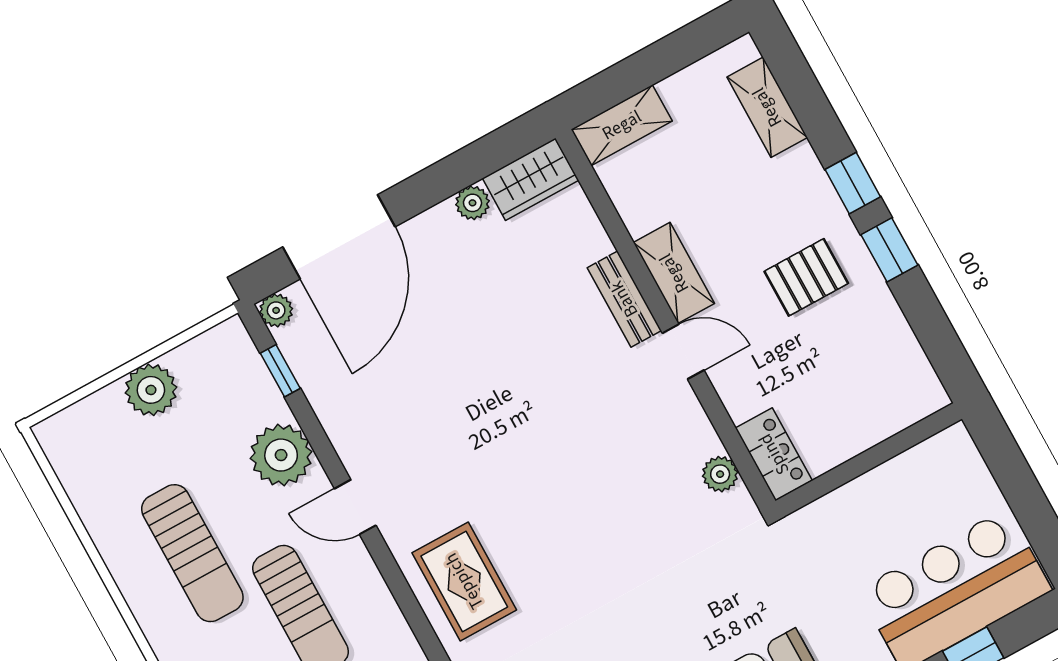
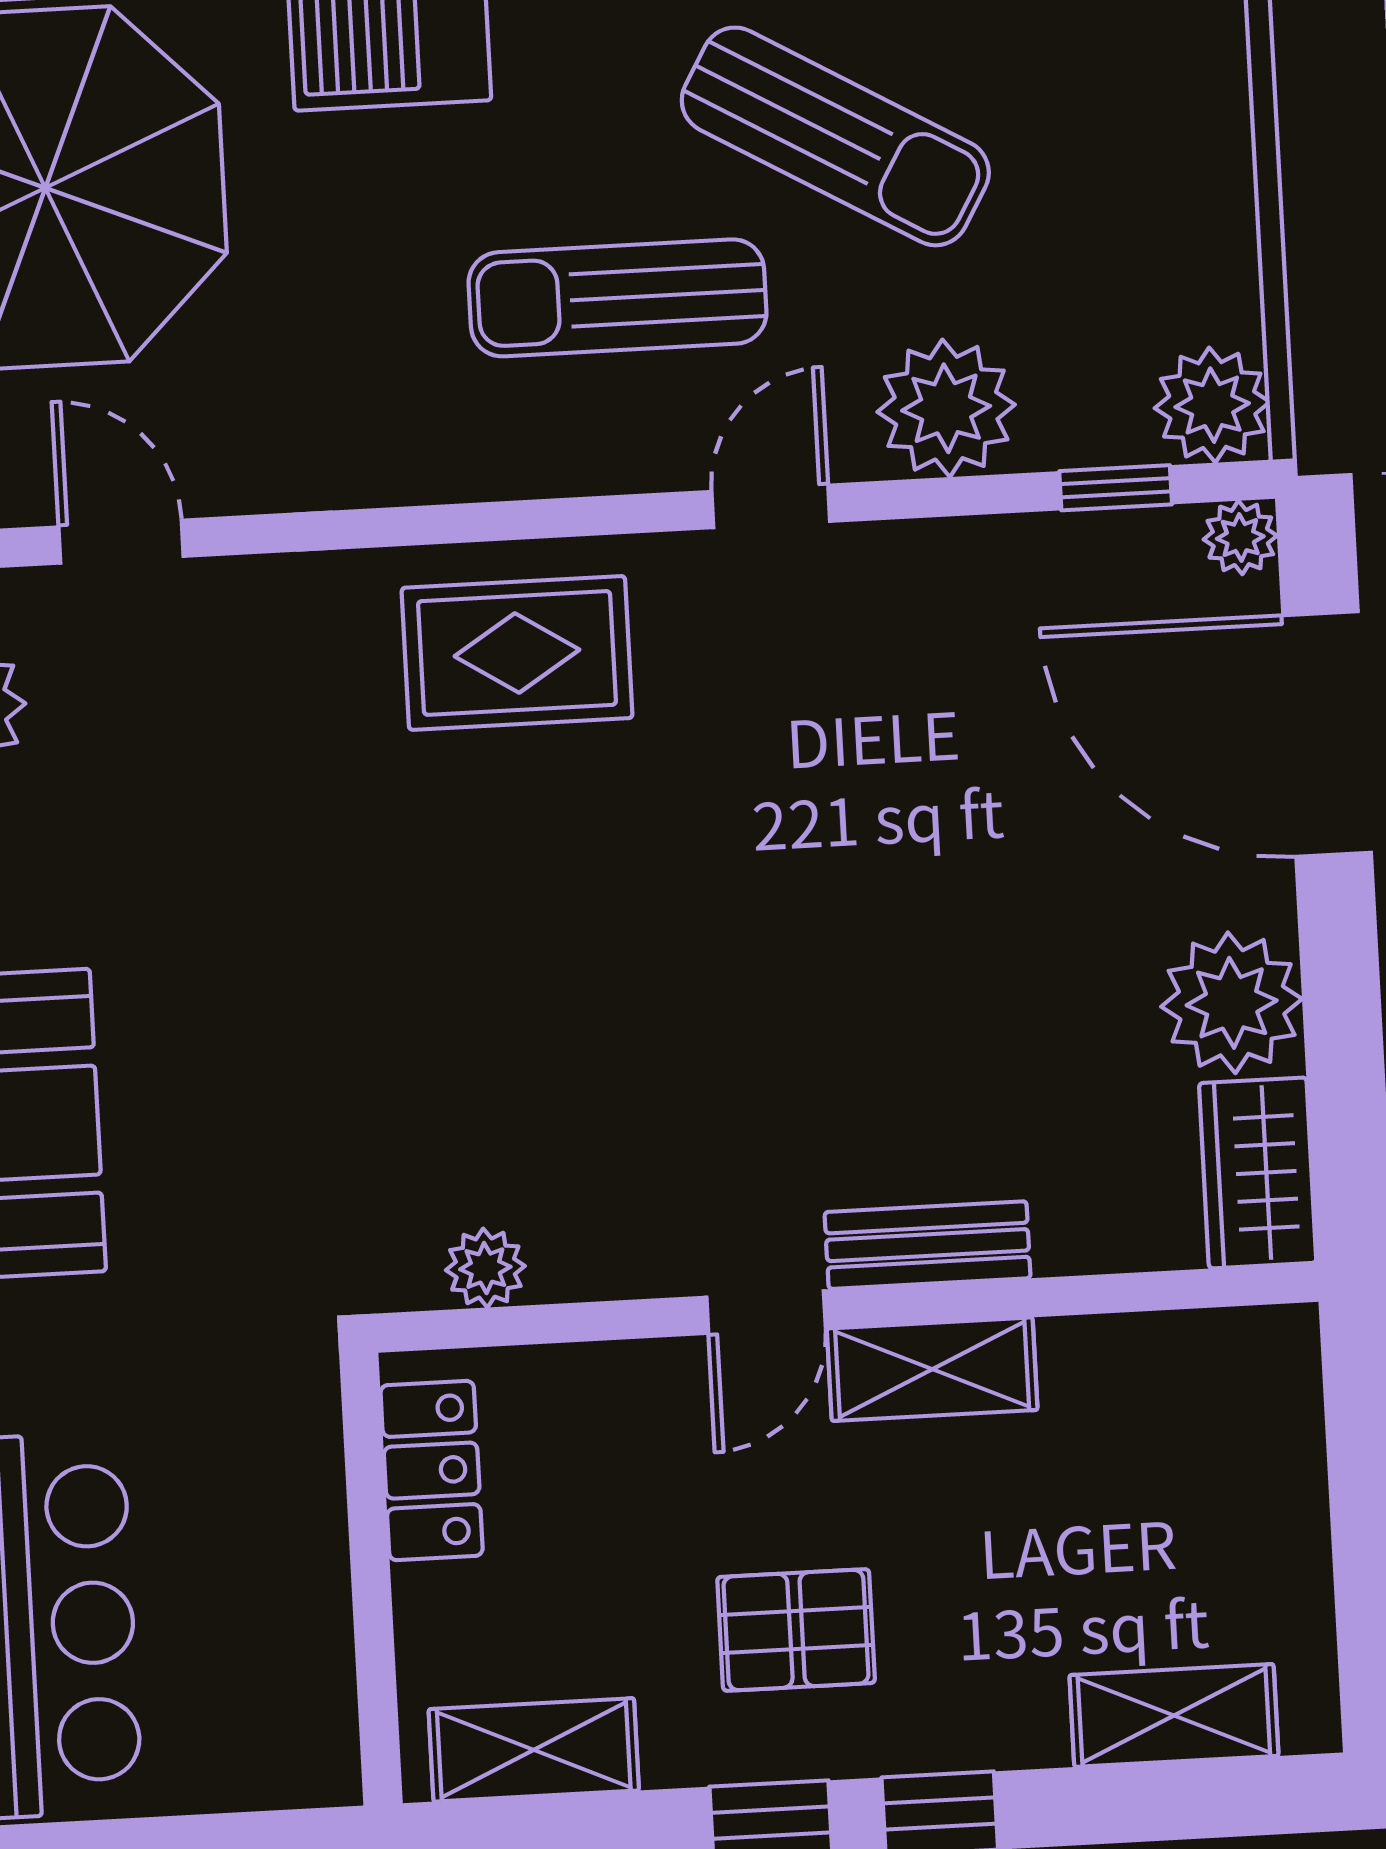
shelving: (622, 125) -> (534, 1750), moved, turned 90
plant: (473, 203) -> (1232, 1003), width x1.88, depth x1.88
pallet: (806, 277) -> (796, 1630), turned 90
plant: (151, 390) -> (1212, 405), moved
locker: (774, 454) -> (432, 1471), moved, turned -90
sun lounger: (192, 553) -> (835, 136), turned -150

